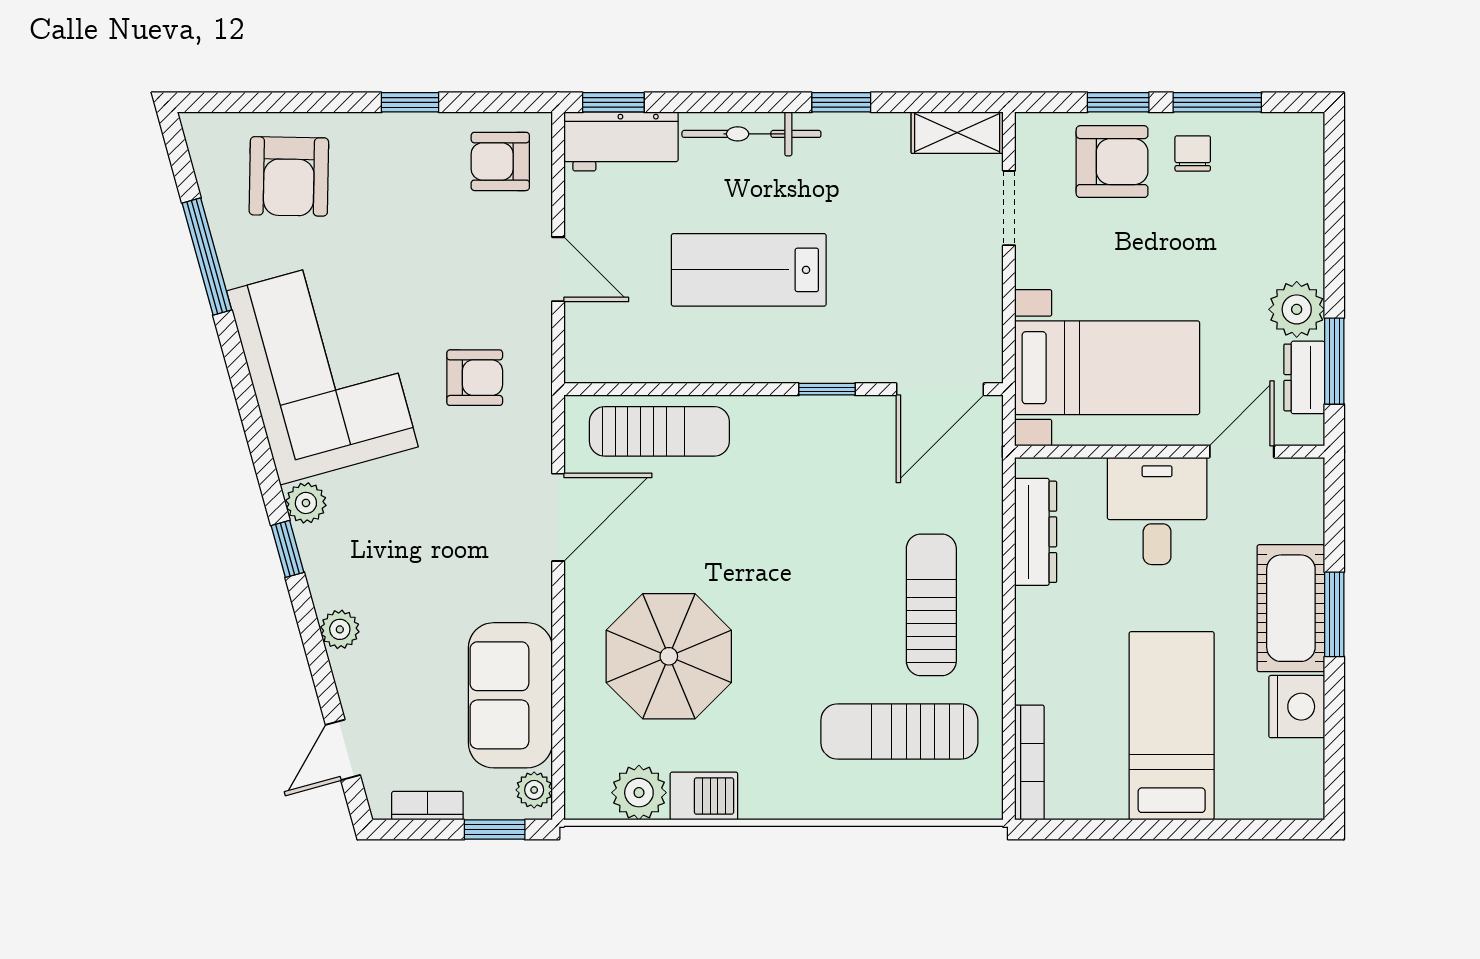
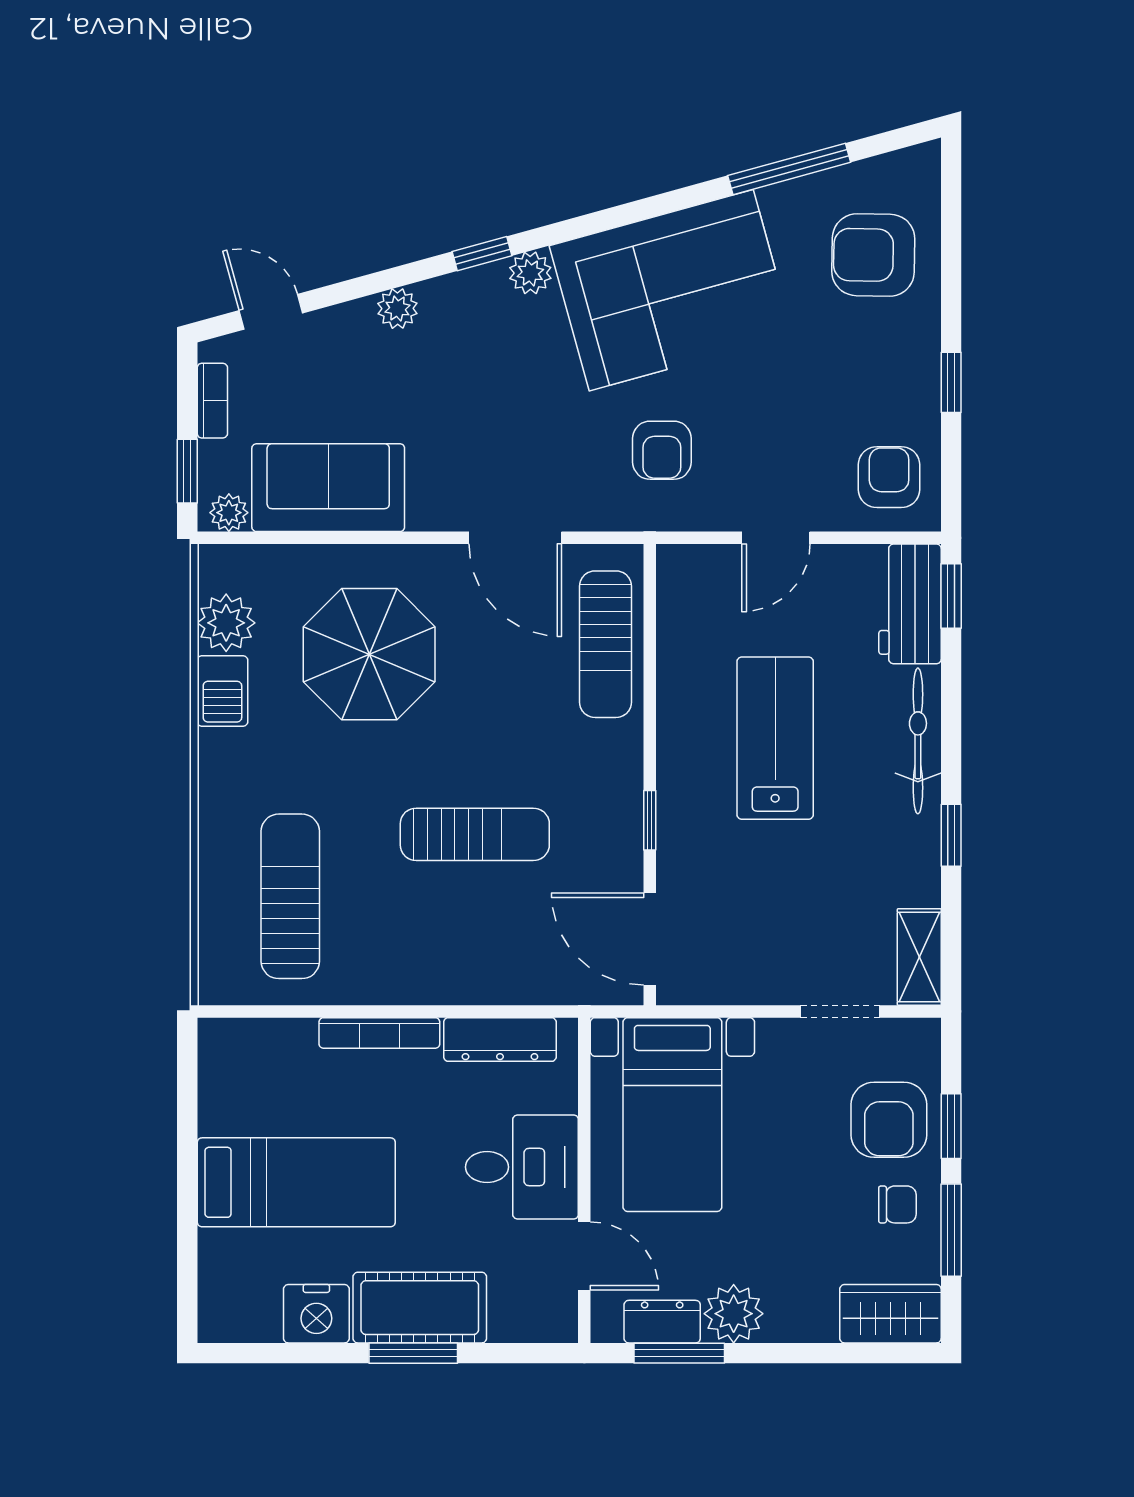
wardrobe: (1297, 160) -> (890, 1314), added
sun lounger: (931, 605) -> (475, 834), moved
bookcase: (1029, 763) -> (379, 1033), moved

